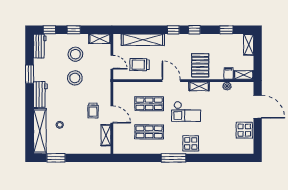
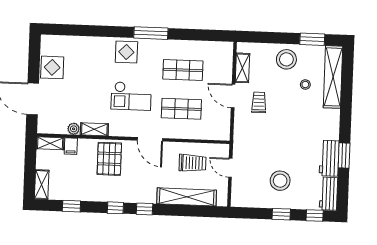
shelving: (100, 39) -> (246, 201), removed
stool: (75, 78) -> (286, 59), moved
shelving: (199, 86) -> (94, 129), moved
workbench: (40, 95) -> (329, 158), moved
checkout: (186, 111) -> (131, 96), turned 180

